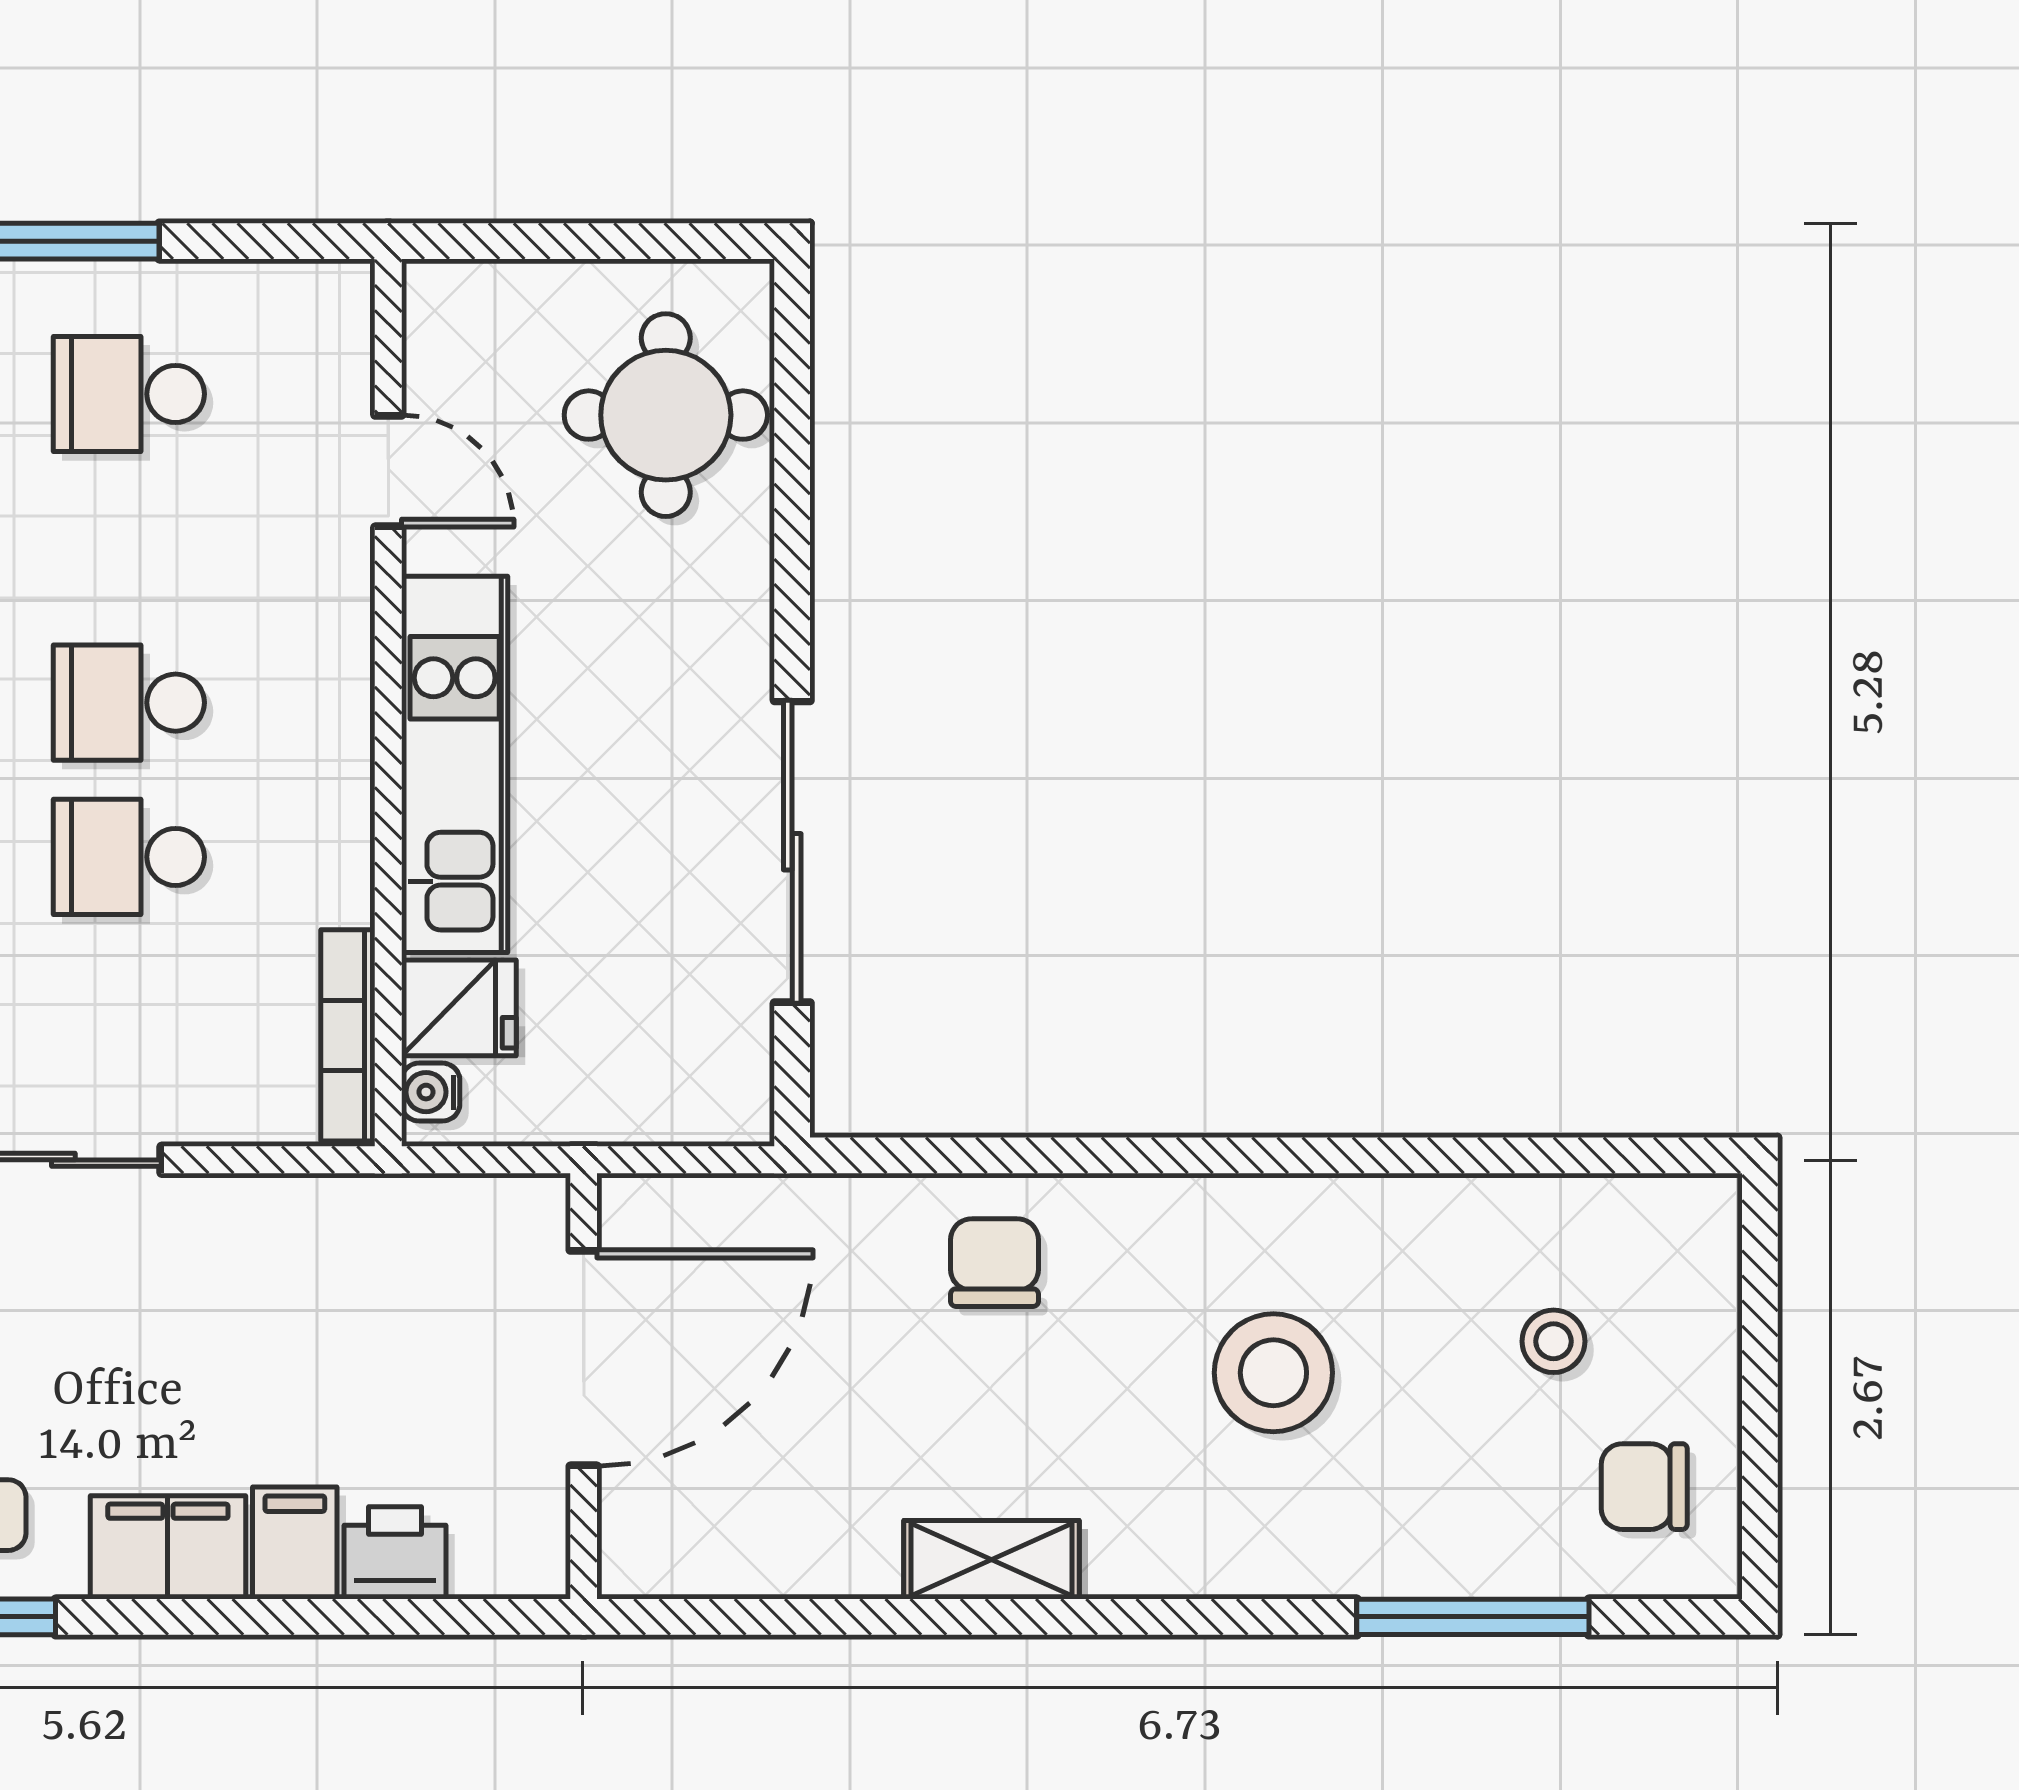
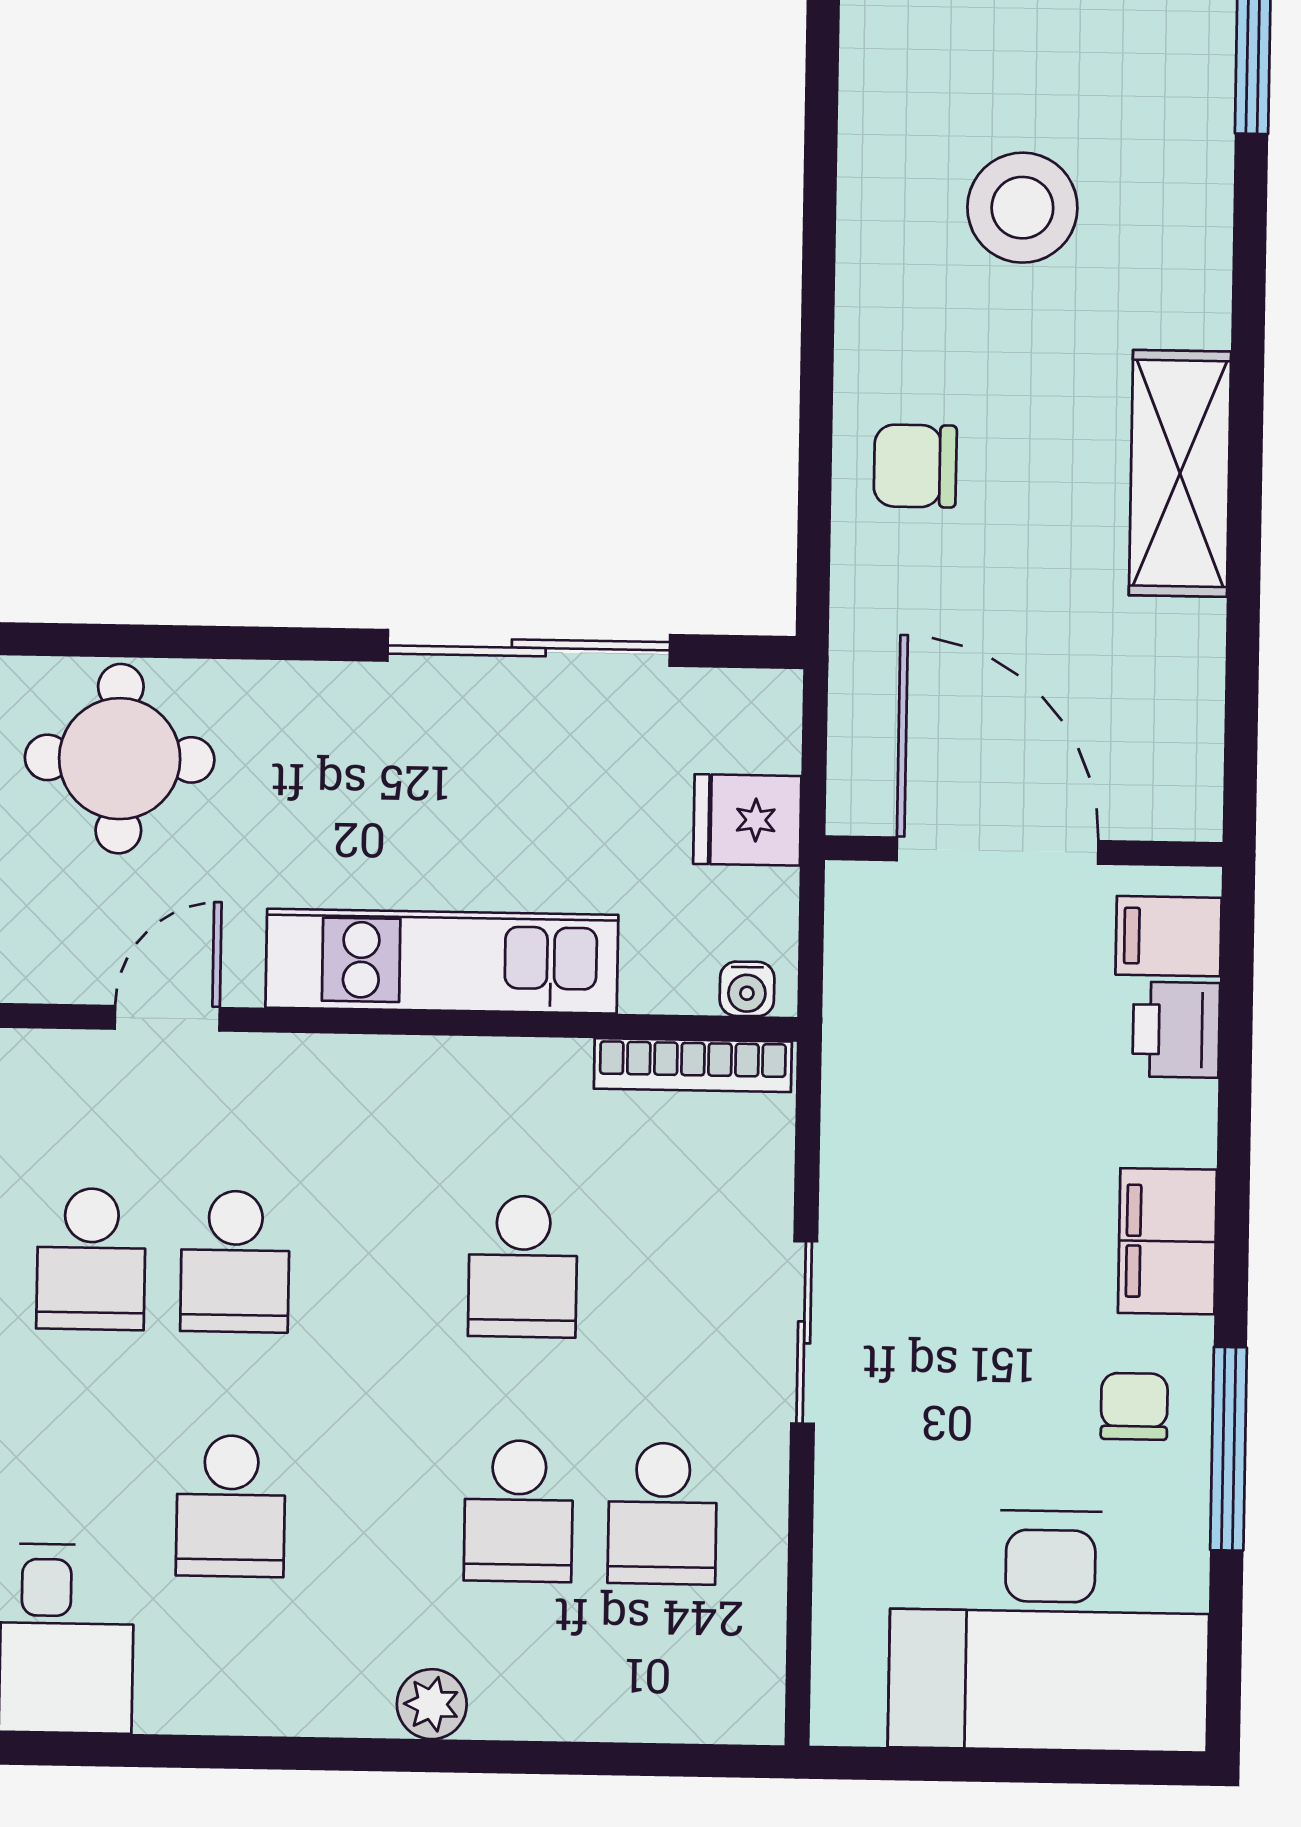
school desk: (129, 703) -> (235, 1262), moved
fridge: (459, 1008) -> (747, 820), moved, turned -90
filing cabinet: (295, 1543) -> (1169, 936), moved
shelving: (991, 1560) -> (1180, 473), width x1.50, depth x1.33

